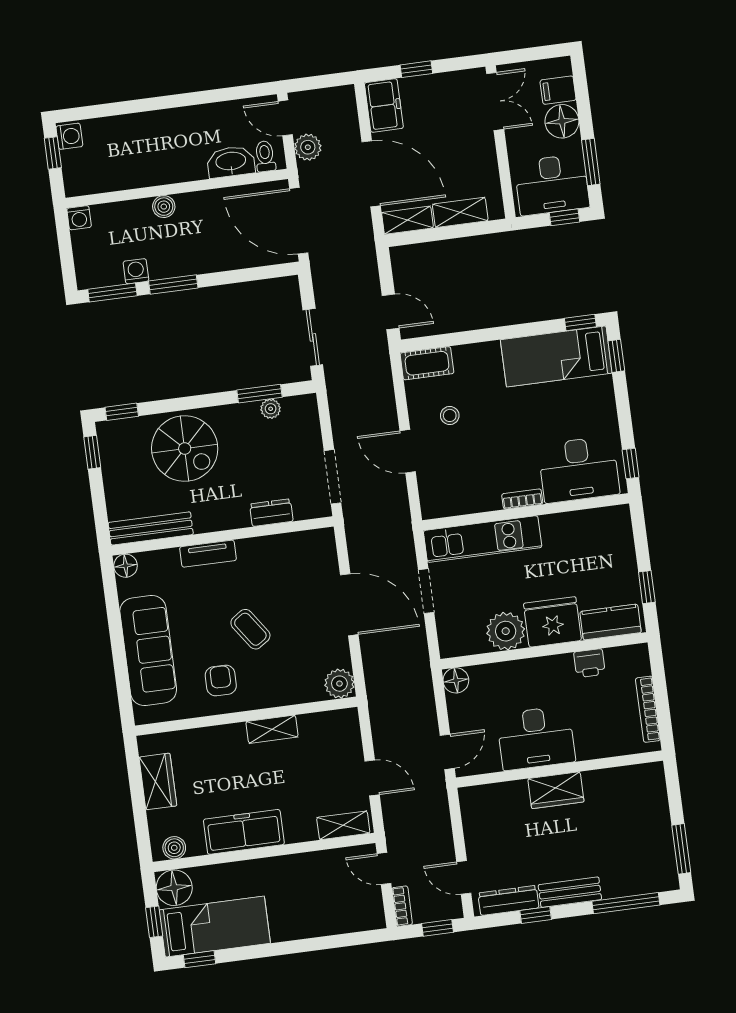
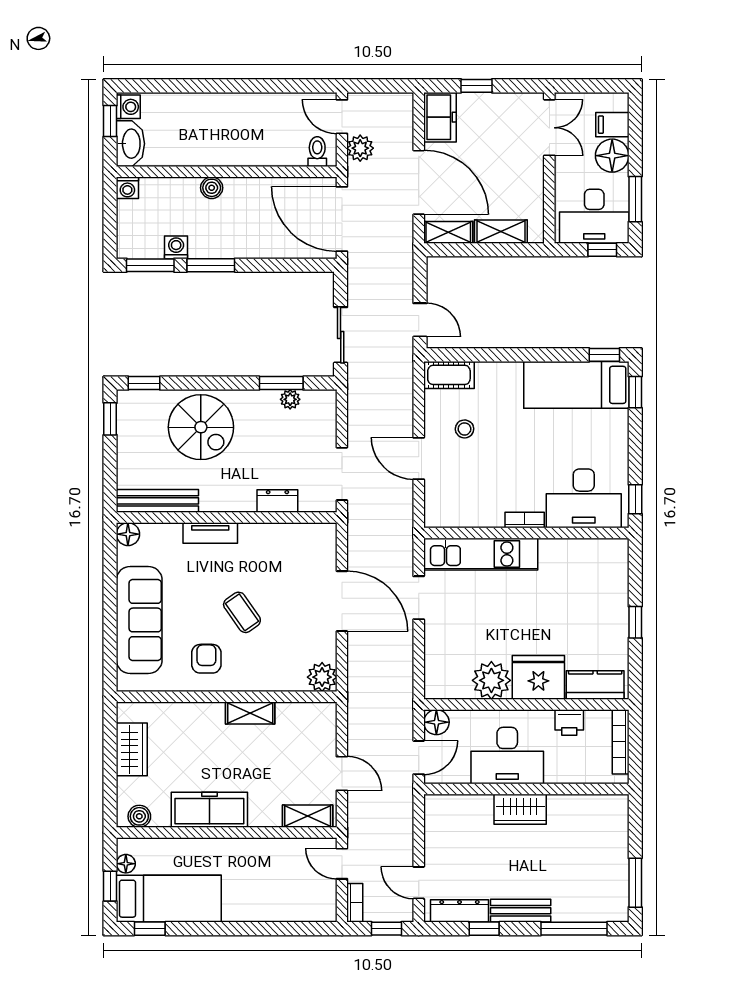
washbasin: (231, 162) -> (130, 144), moved, turned 90
fridge: (552, 622) -> (538, 677), moved
kitchen counter: (611, 622) -> (595, 685), moved
plant: (506, 631) -> (491, 680), moved
wall: (544, 651) -> (526, 704), moved
printer: (589, 663) -> (569, 723), moved
floor lamp: (456, 680) -> (436, 722), moved
floor lamp: (174, 888) -> (126, 864), width x0.53, depth x0.53

